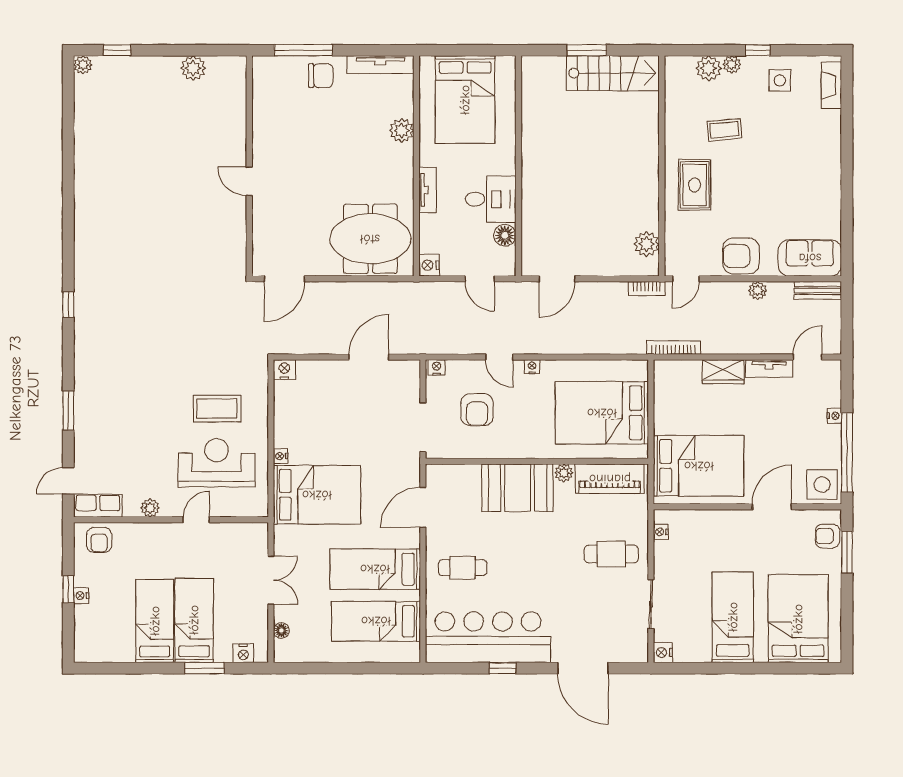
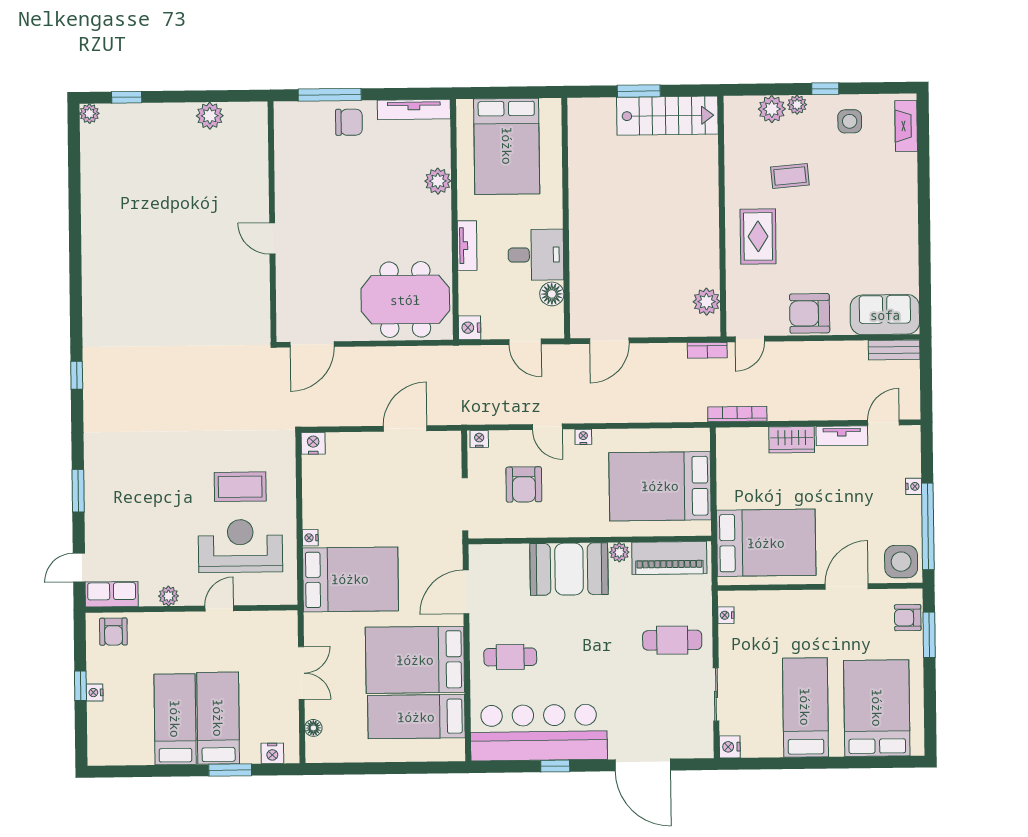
plant: (758, 291) -> (828, 351), removed
bed: (375, 569) -> (415, 660), width x1.50

